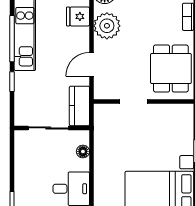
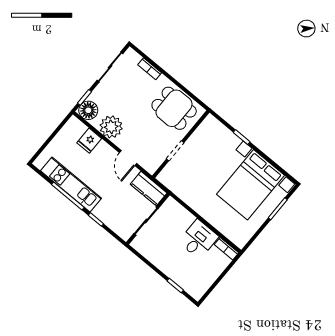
floor lamp: (83, 152) -> (180, 211), removed

